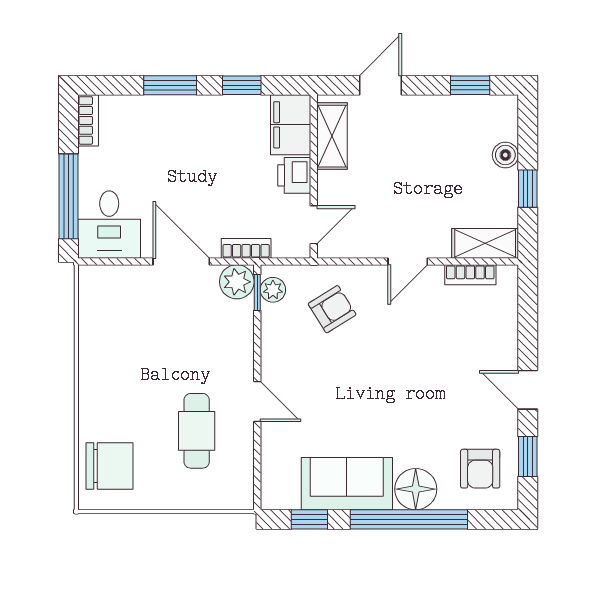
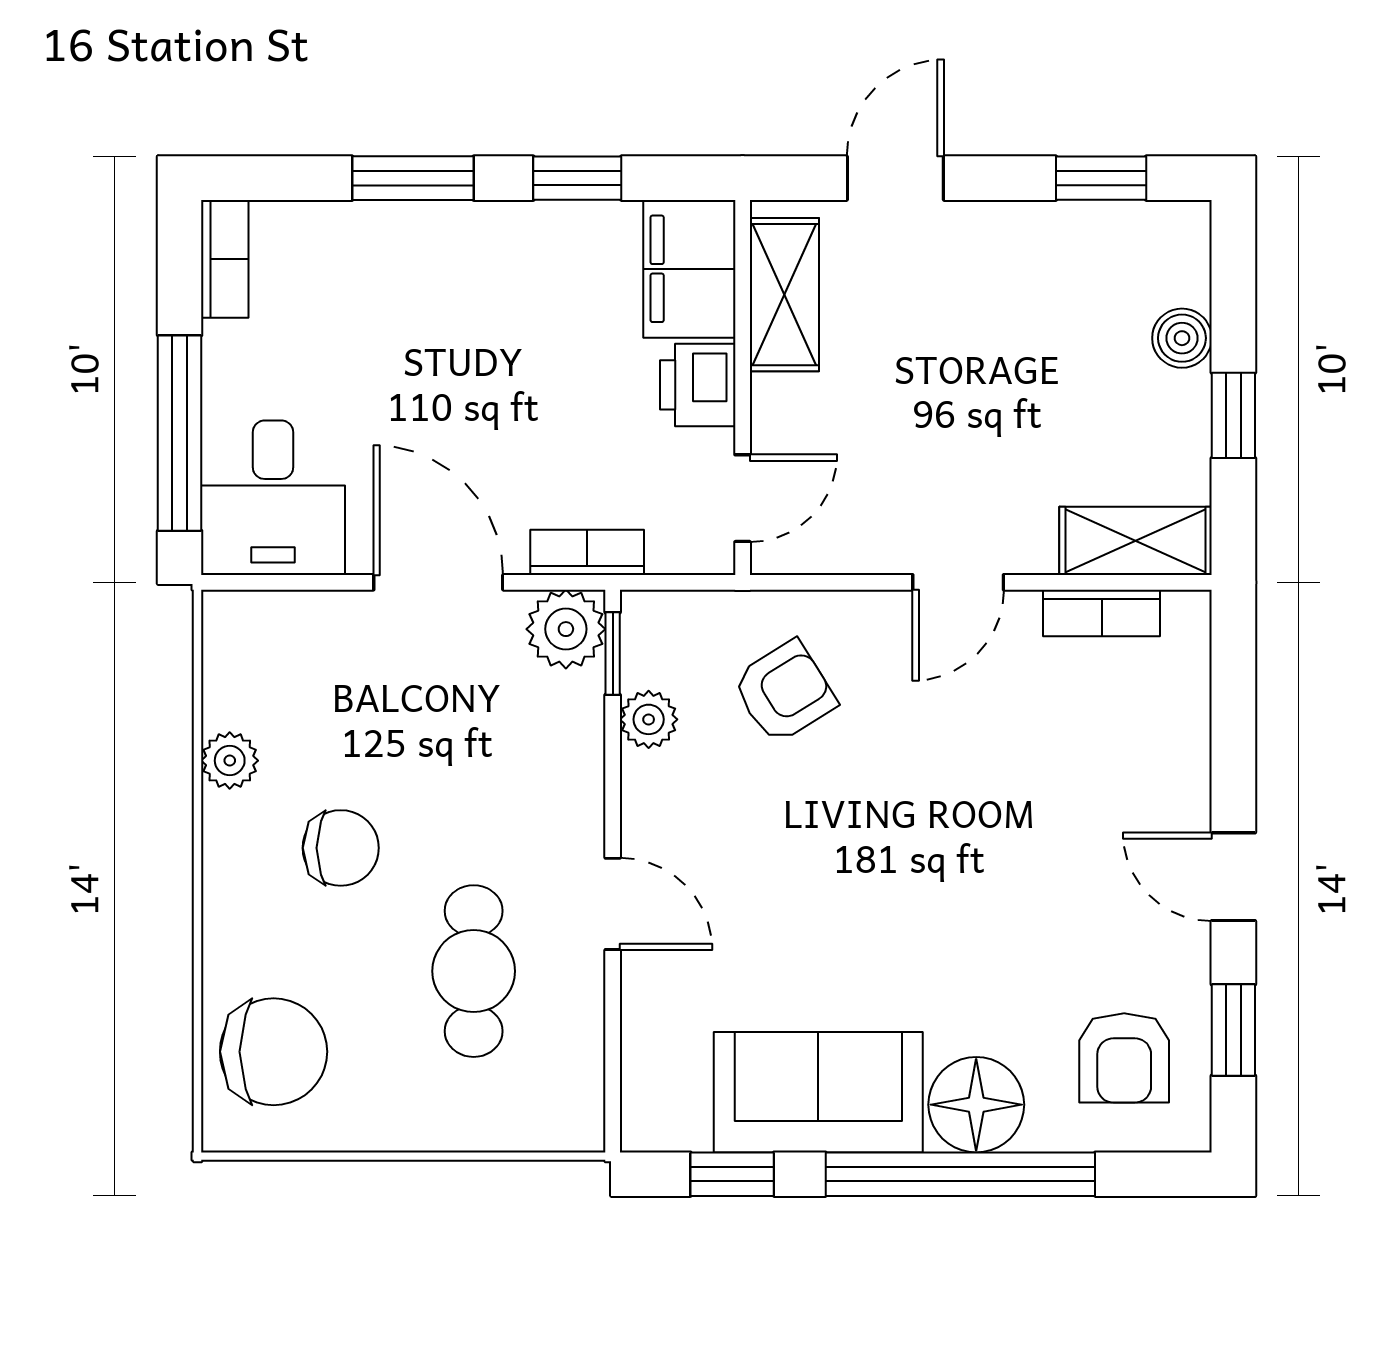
plant: (273, 290) -> (649, 719), moved
plant: (90, 339) -> (230, 761), added
chair: (139, 377) -> (341, 848), added

